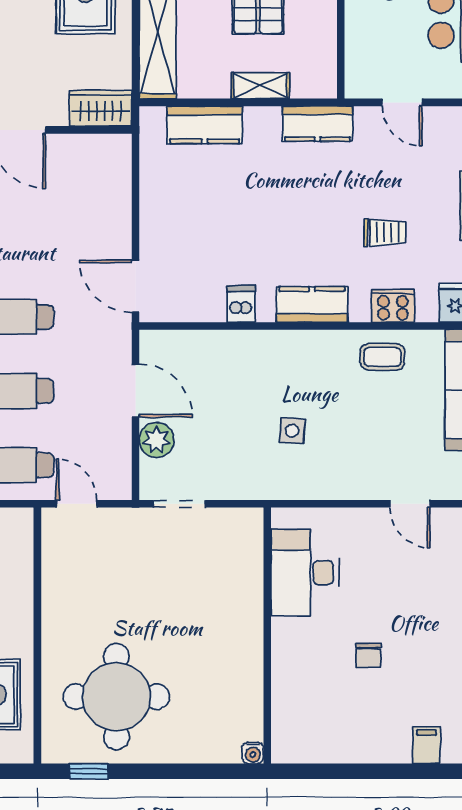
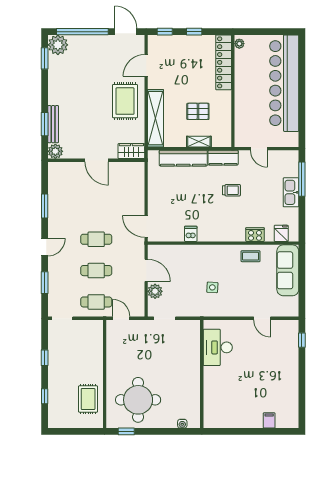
kitchen counter: (205, 125) -> (183, 158), width x1.50
trolley: (385, 232) -> (231, 190), moved
kitchen counter: (312, 305) -> (221, 234), removed
chair: (368, 656) -> (245, 382), removed
water cooler: (253, 753) -> (182, 424), moved

